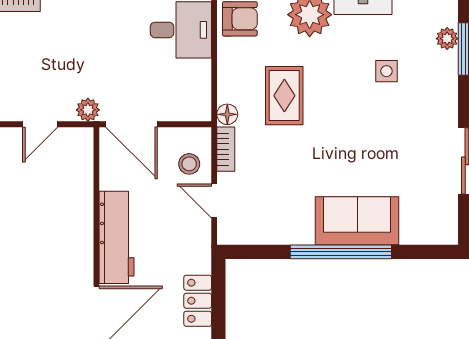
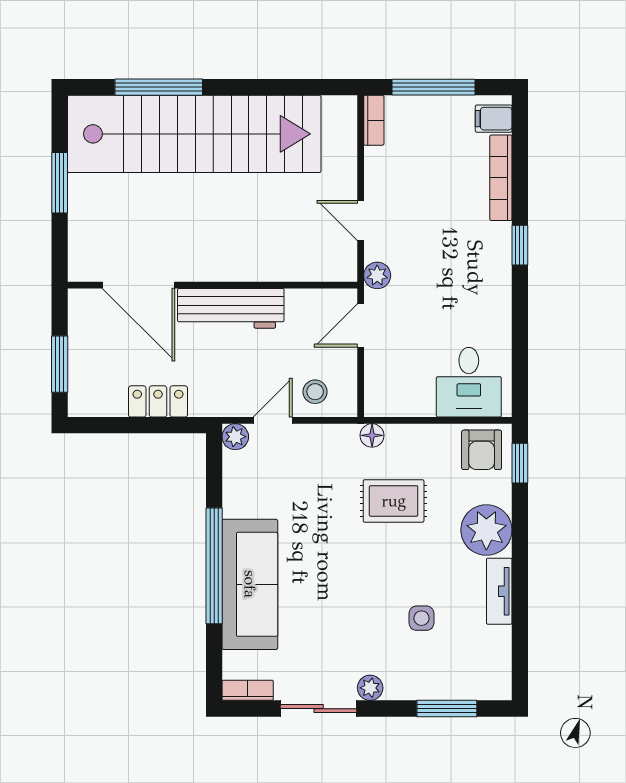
plant: (447, 39) -> (370, 688), moved
door: (132, 124) -> (361, 326), width x0.73
bookcase: (226, 149) -> (248, 690), moved, turned 180
sofa: (357, 221) -> (250, 584), width x1.36
plant: (228, 233) -> (235, 437), added

